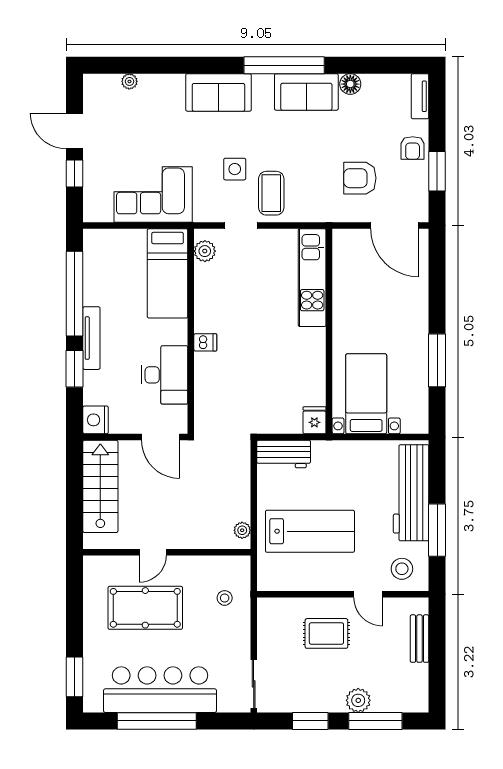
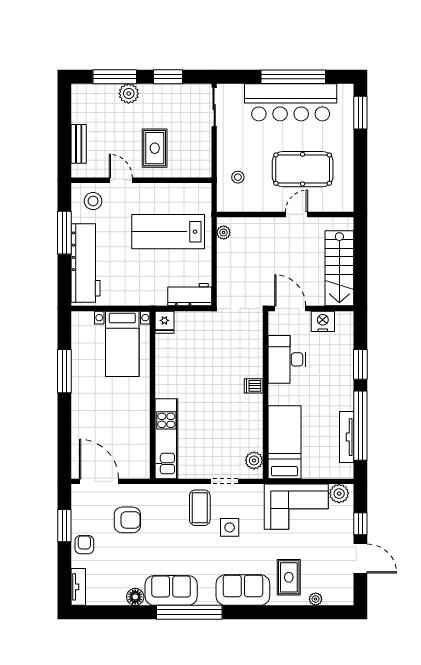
rug: (162, 108) -> (289, 577), added
plant: (101, 211) -> (339, 494), added
tv unit: (91, 338) -> (347, 437), moved
nightstand: (96, 420) -> (323, 321), moved, turned -90
rug: (326, 633) -> (155, 148), turned 90

